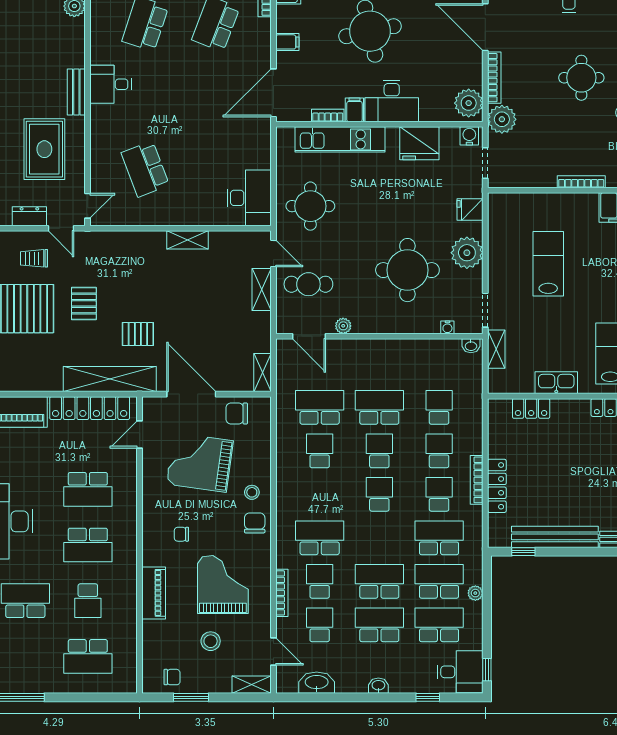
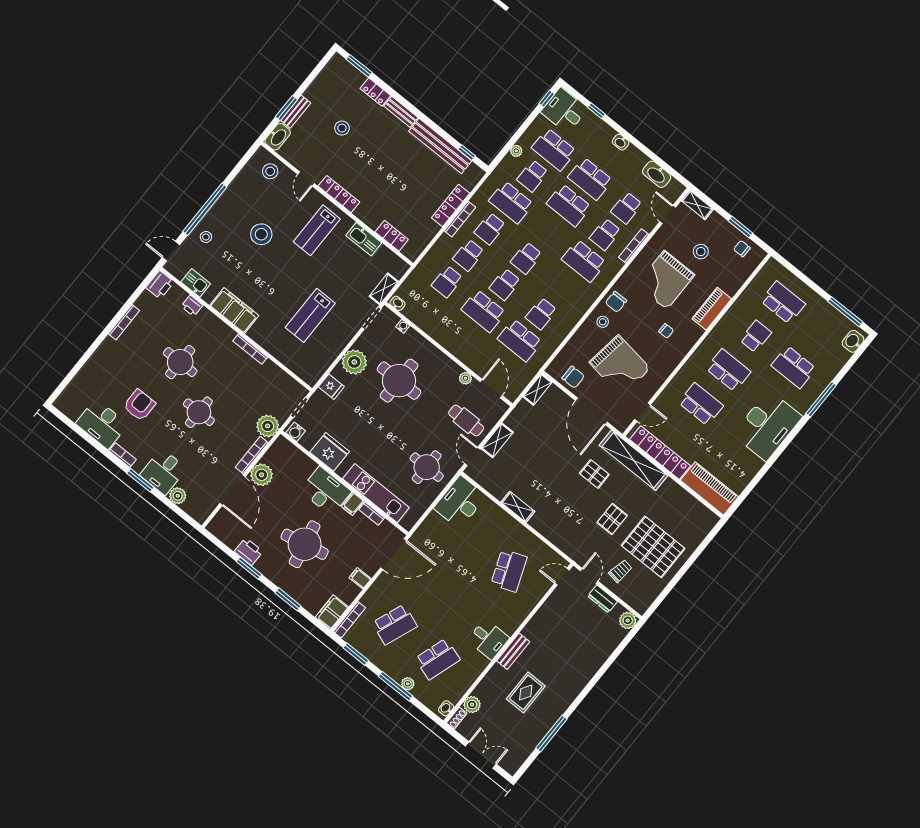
plant: (469, 103) -> (262, 475), moved
rug: (44, 149) -> (526, 692), moved, width x0.73, depth x0.70
trolley: (34, 258) -> (620, 571), turned -81
school desk: (439, 581) -> (533, 176), width x0.54

